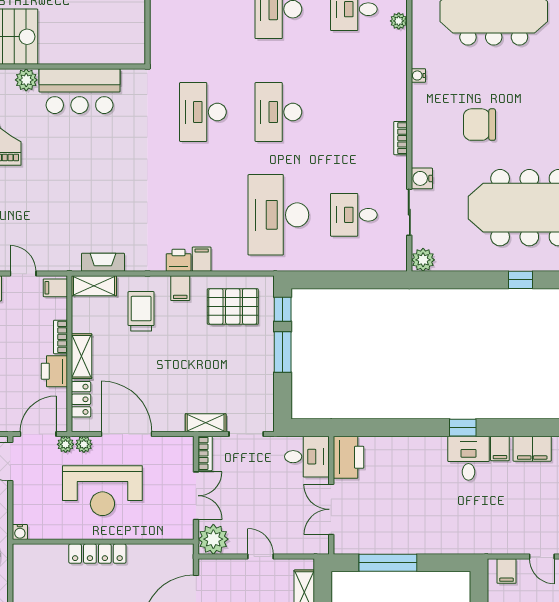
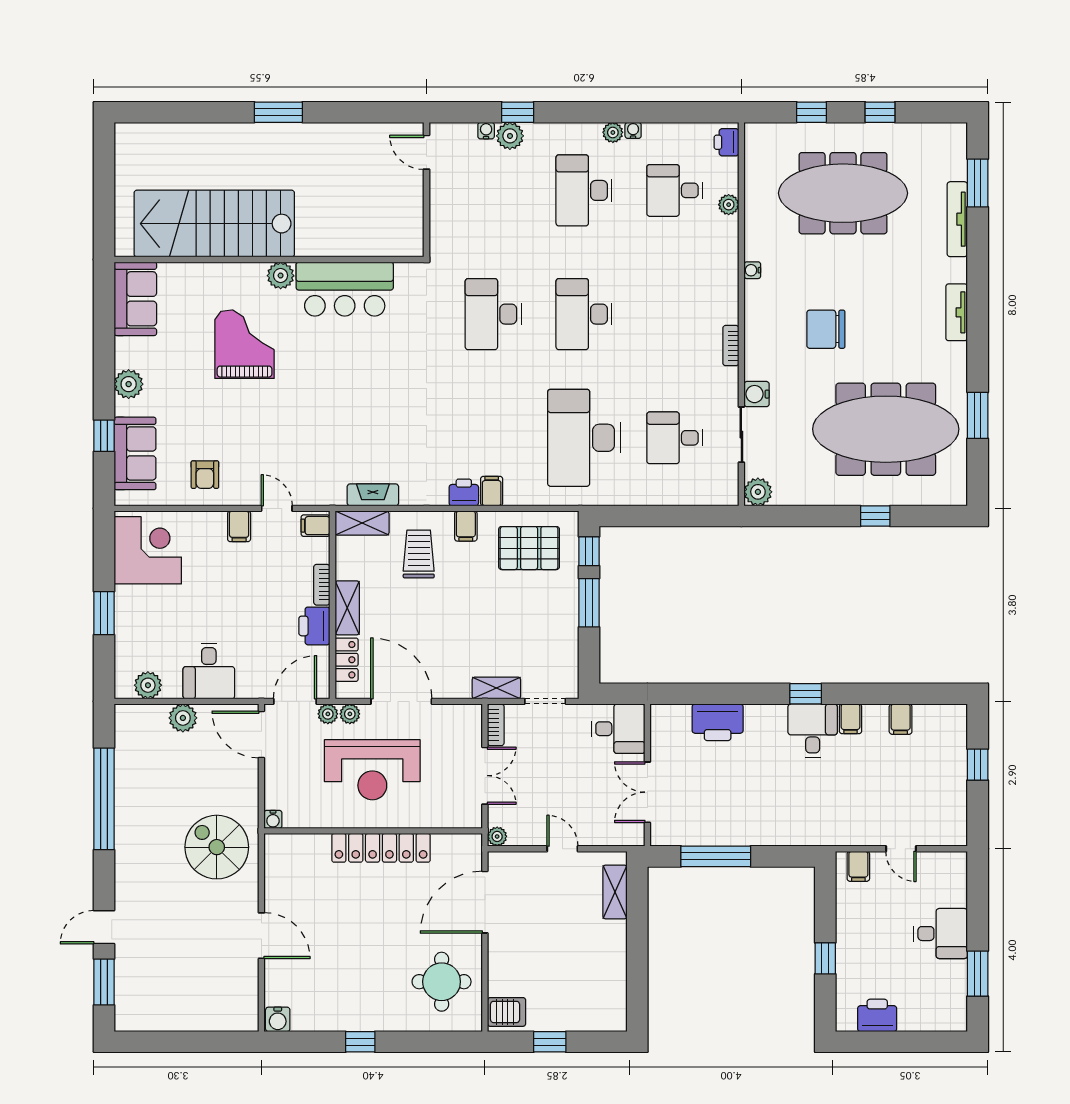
filing cabinet: (532, 449) -> (901, 719), width x0.50
printer: (348, 457) -> (718, 722), moved, turned 90
plant: (213, 539) -> (497, 836), width x0.53, depth x0.53
locker: (97, 554) -> (381, 848), width x1.41, depth x1.21

